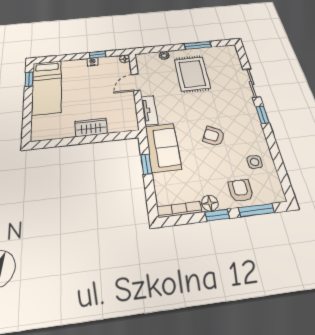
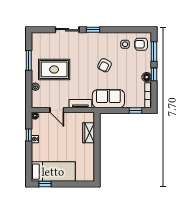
wardrobe: (91, 127) -> (89, 133), moved
window: (146, 164) -> (136, 110), moved
armchair: (241, 190) -> (141, 44), moved

